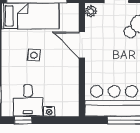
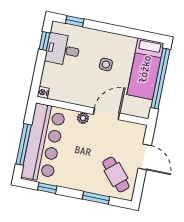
plant: (91, 11) -> (83, 118), moved
nightstand: (49, 111) -> (43, 92), moved

